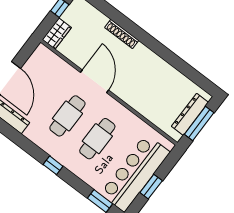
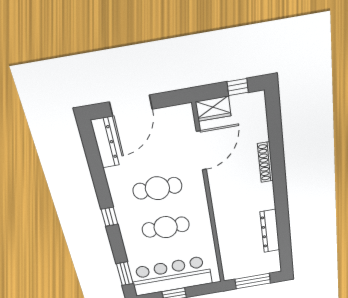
door: (94, 81) -> (201, 151), moved
dresser: (190, 114) -> (270, 231), moved, turned -90

